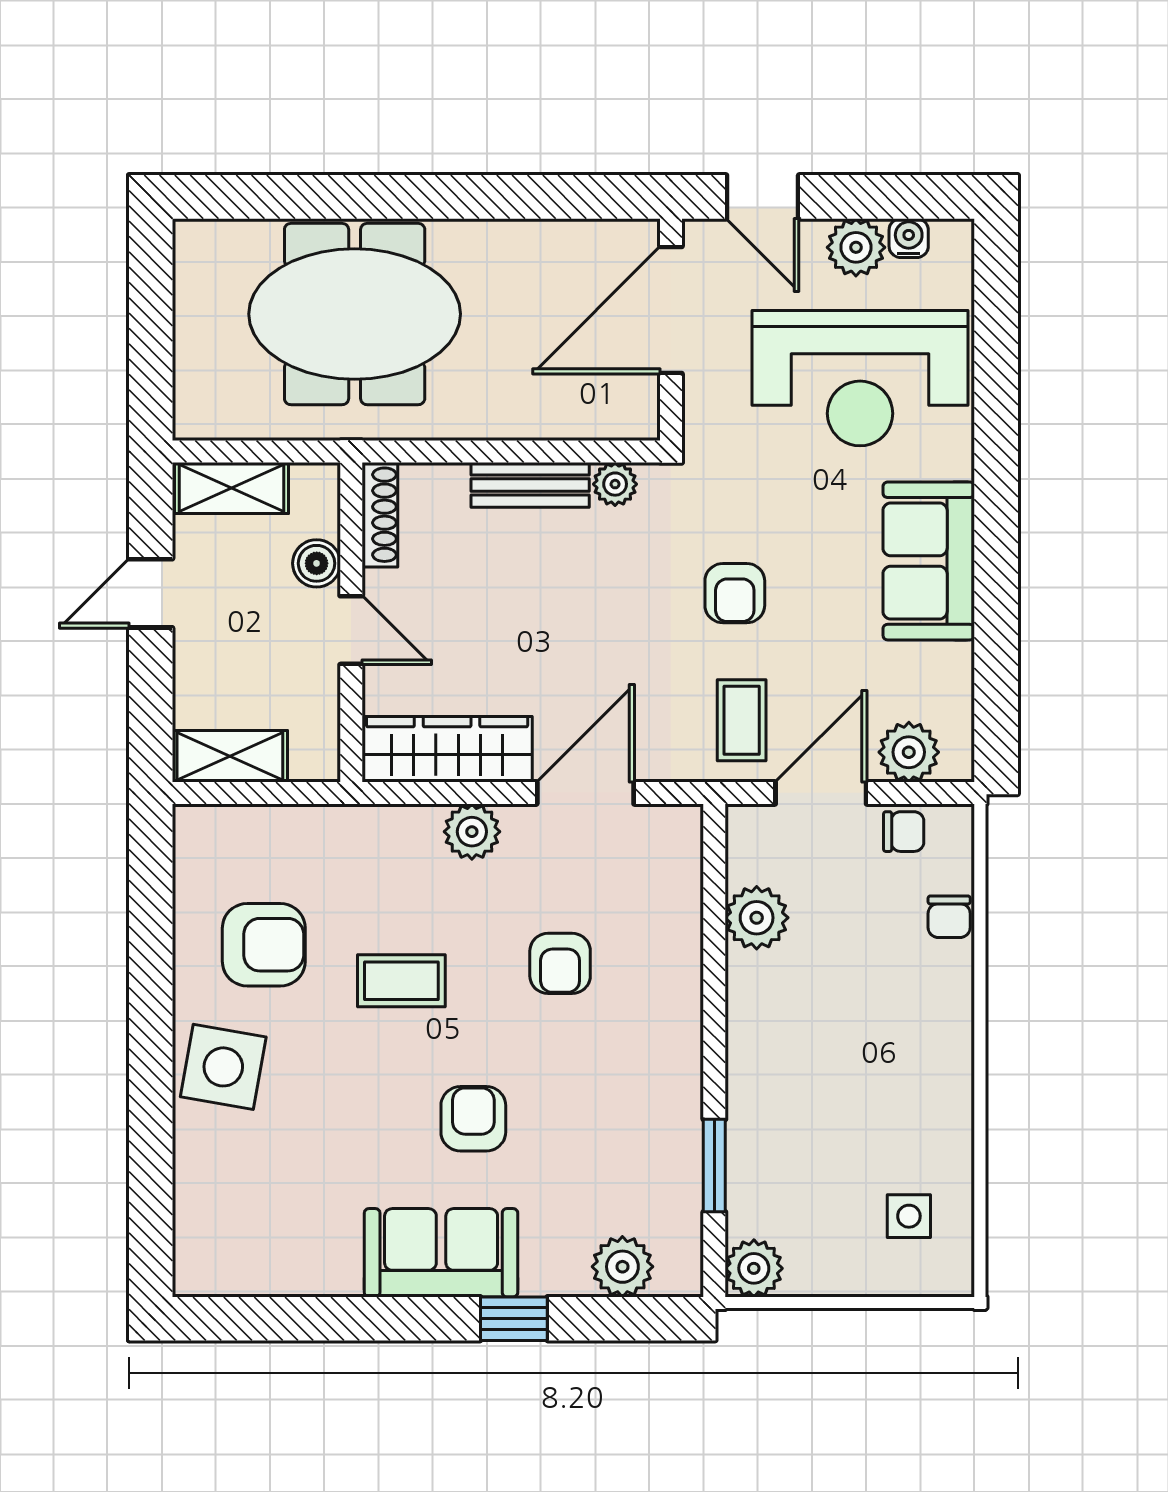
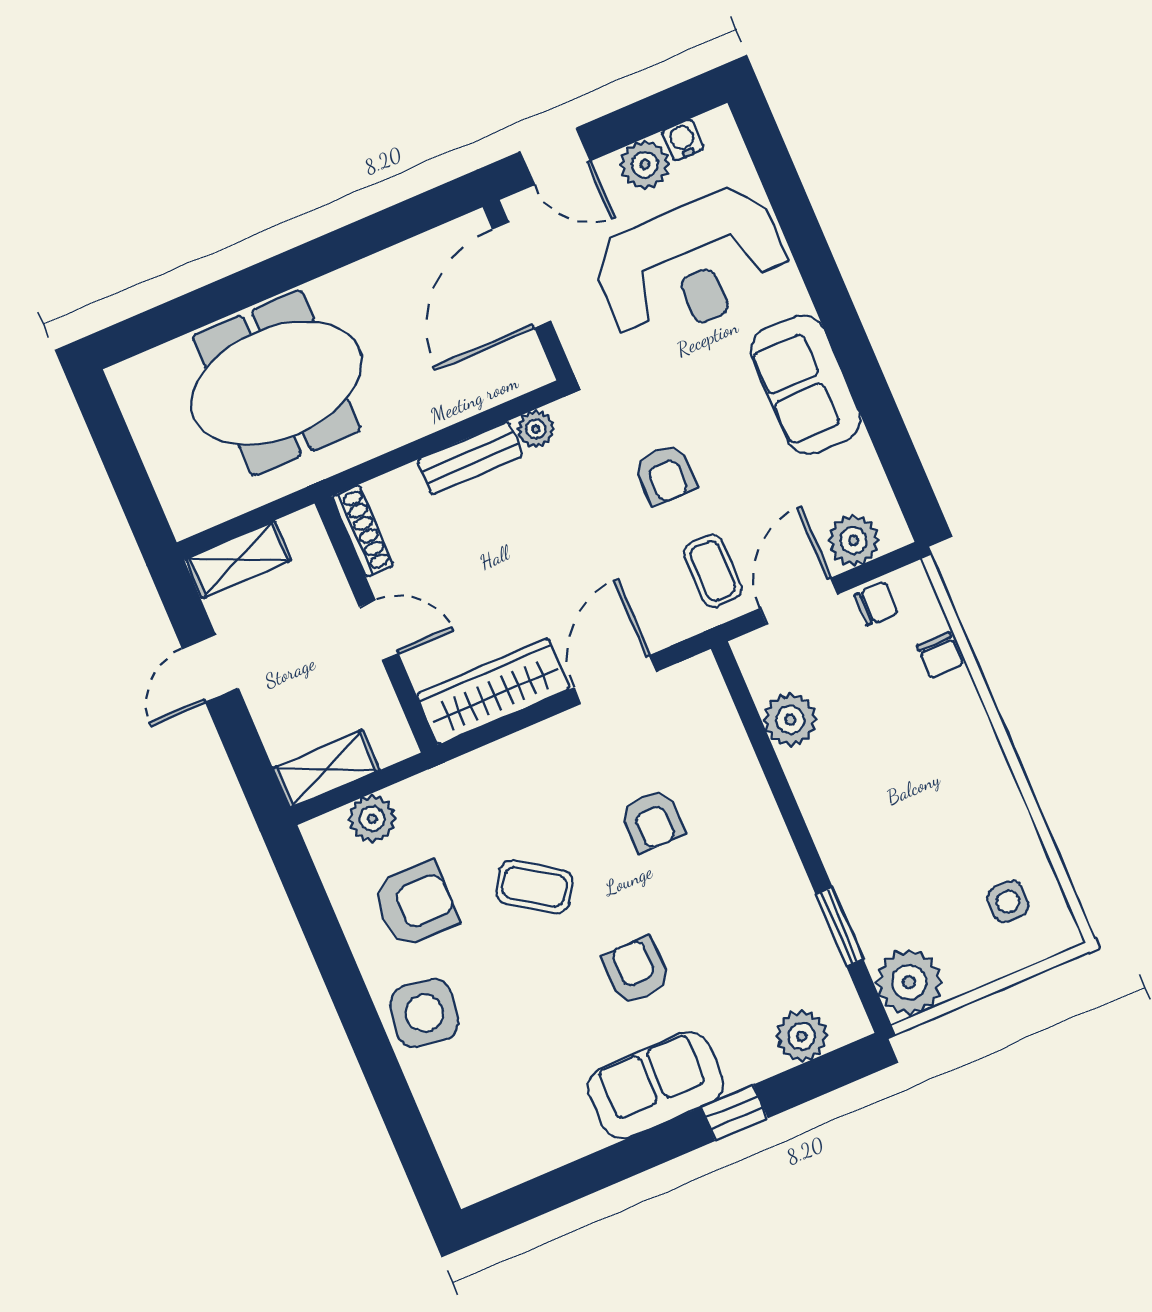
boiler: (317, 563) -> (330, 590), removed
plant: (472, 832) -> (372, 819), moved
coffee table: (401, 981) -> (534, 887), turned 34
plant: (754, 1268) -> (909, 982), width x1.36, depth x1.36

